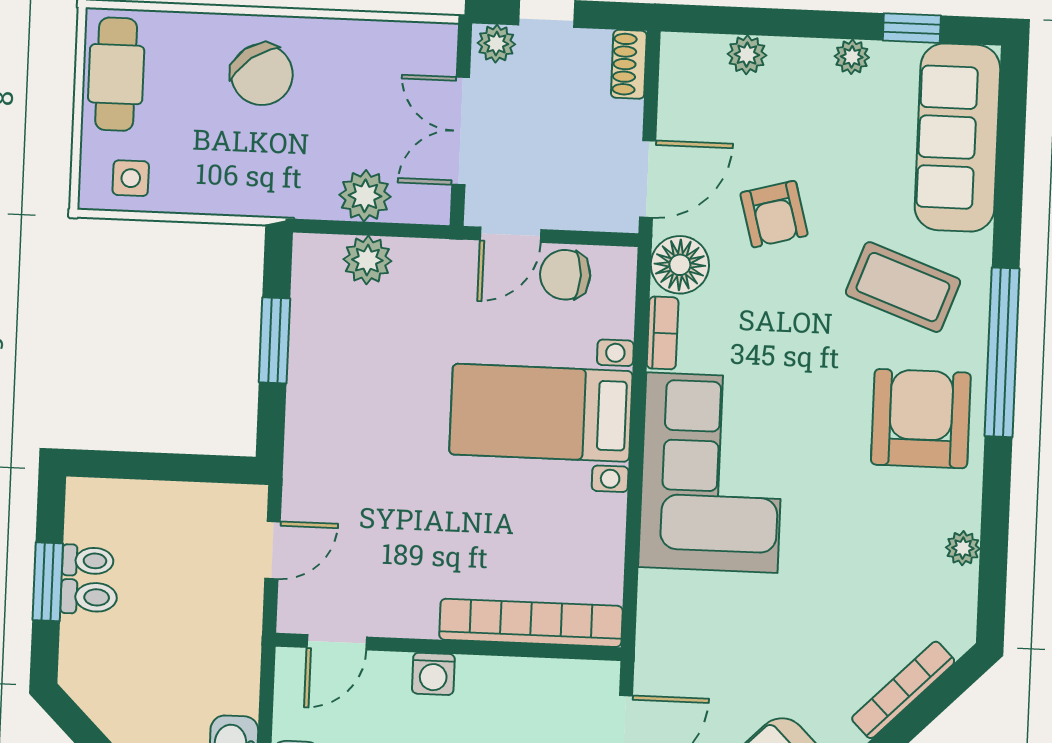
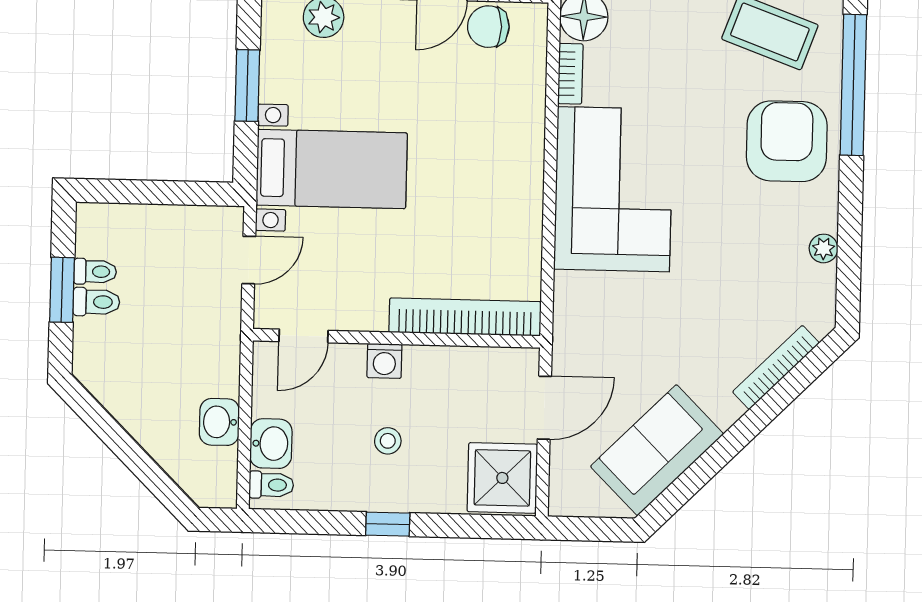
bed with nightstands: (541, 413) -> (332, 169), moved, turned 180

